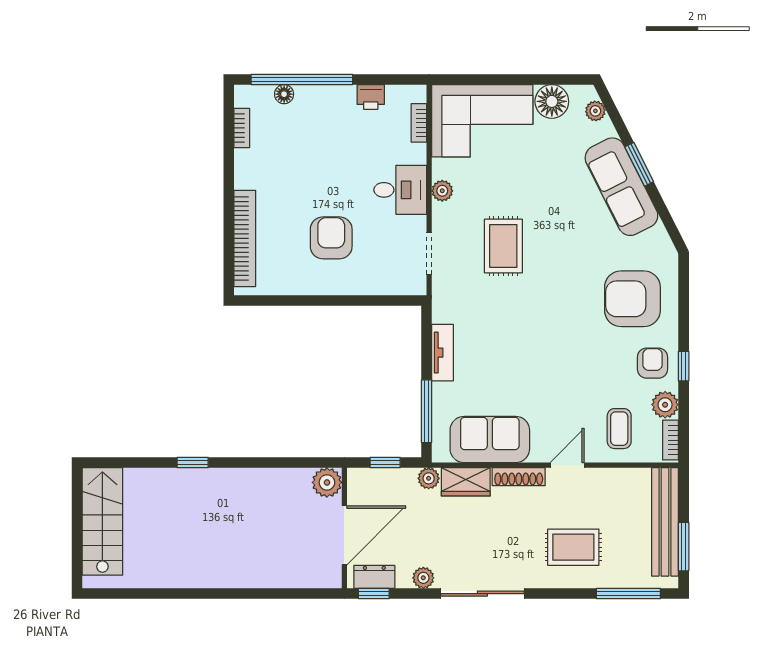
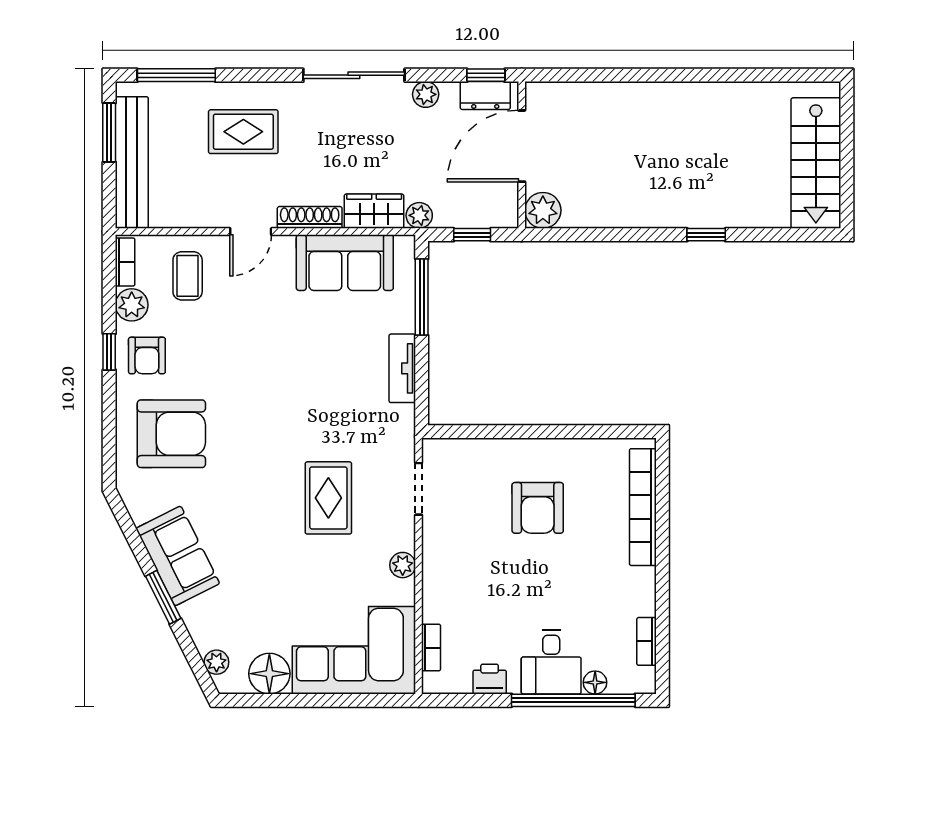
sofa: (621, 187) -> (178, 556), width x0.73
desk: (400, 190) -> (551, 662), moved, turned -90

